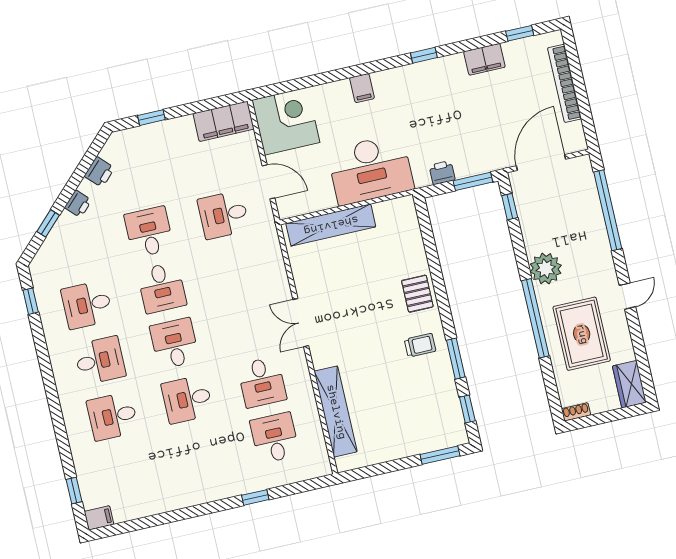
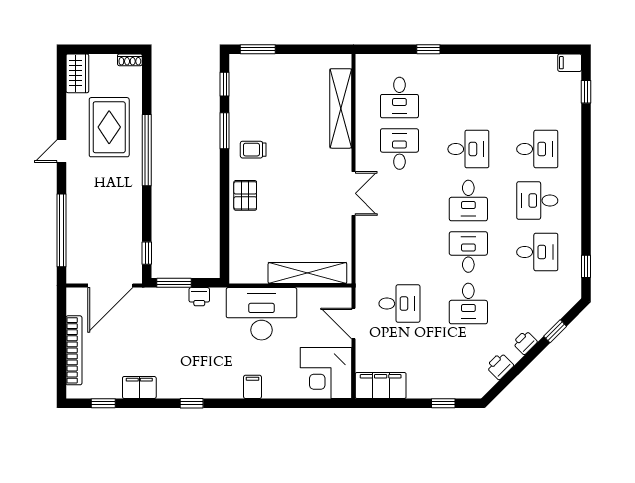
plant: (546, 269) -> (128, 192), removed

